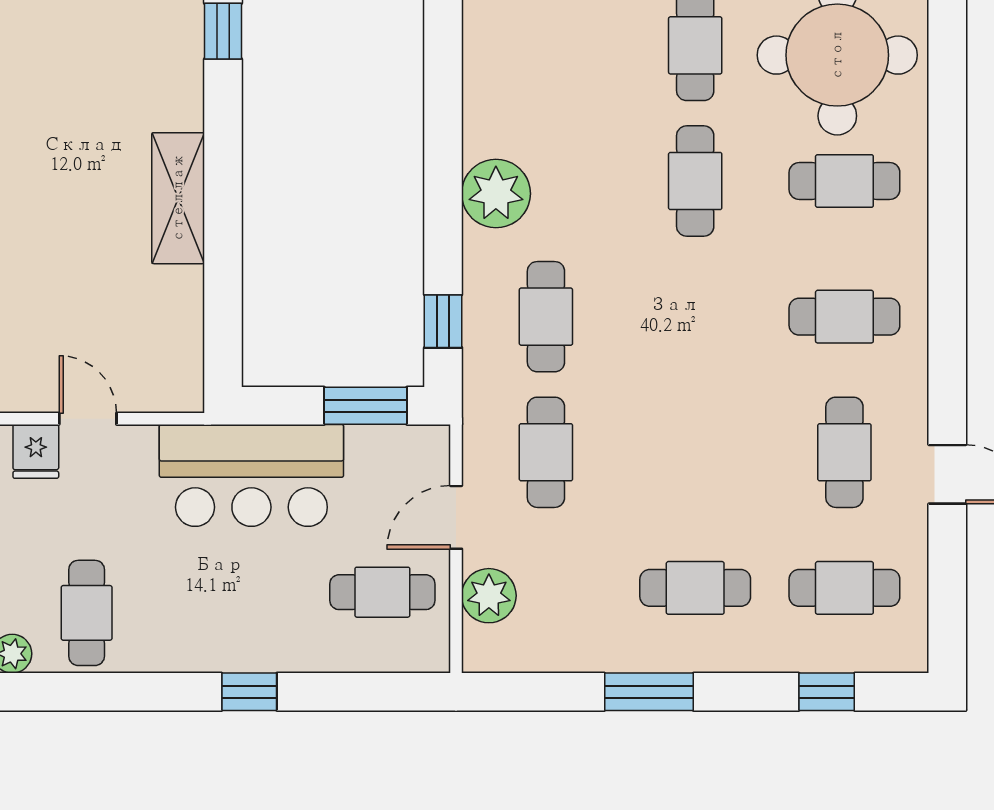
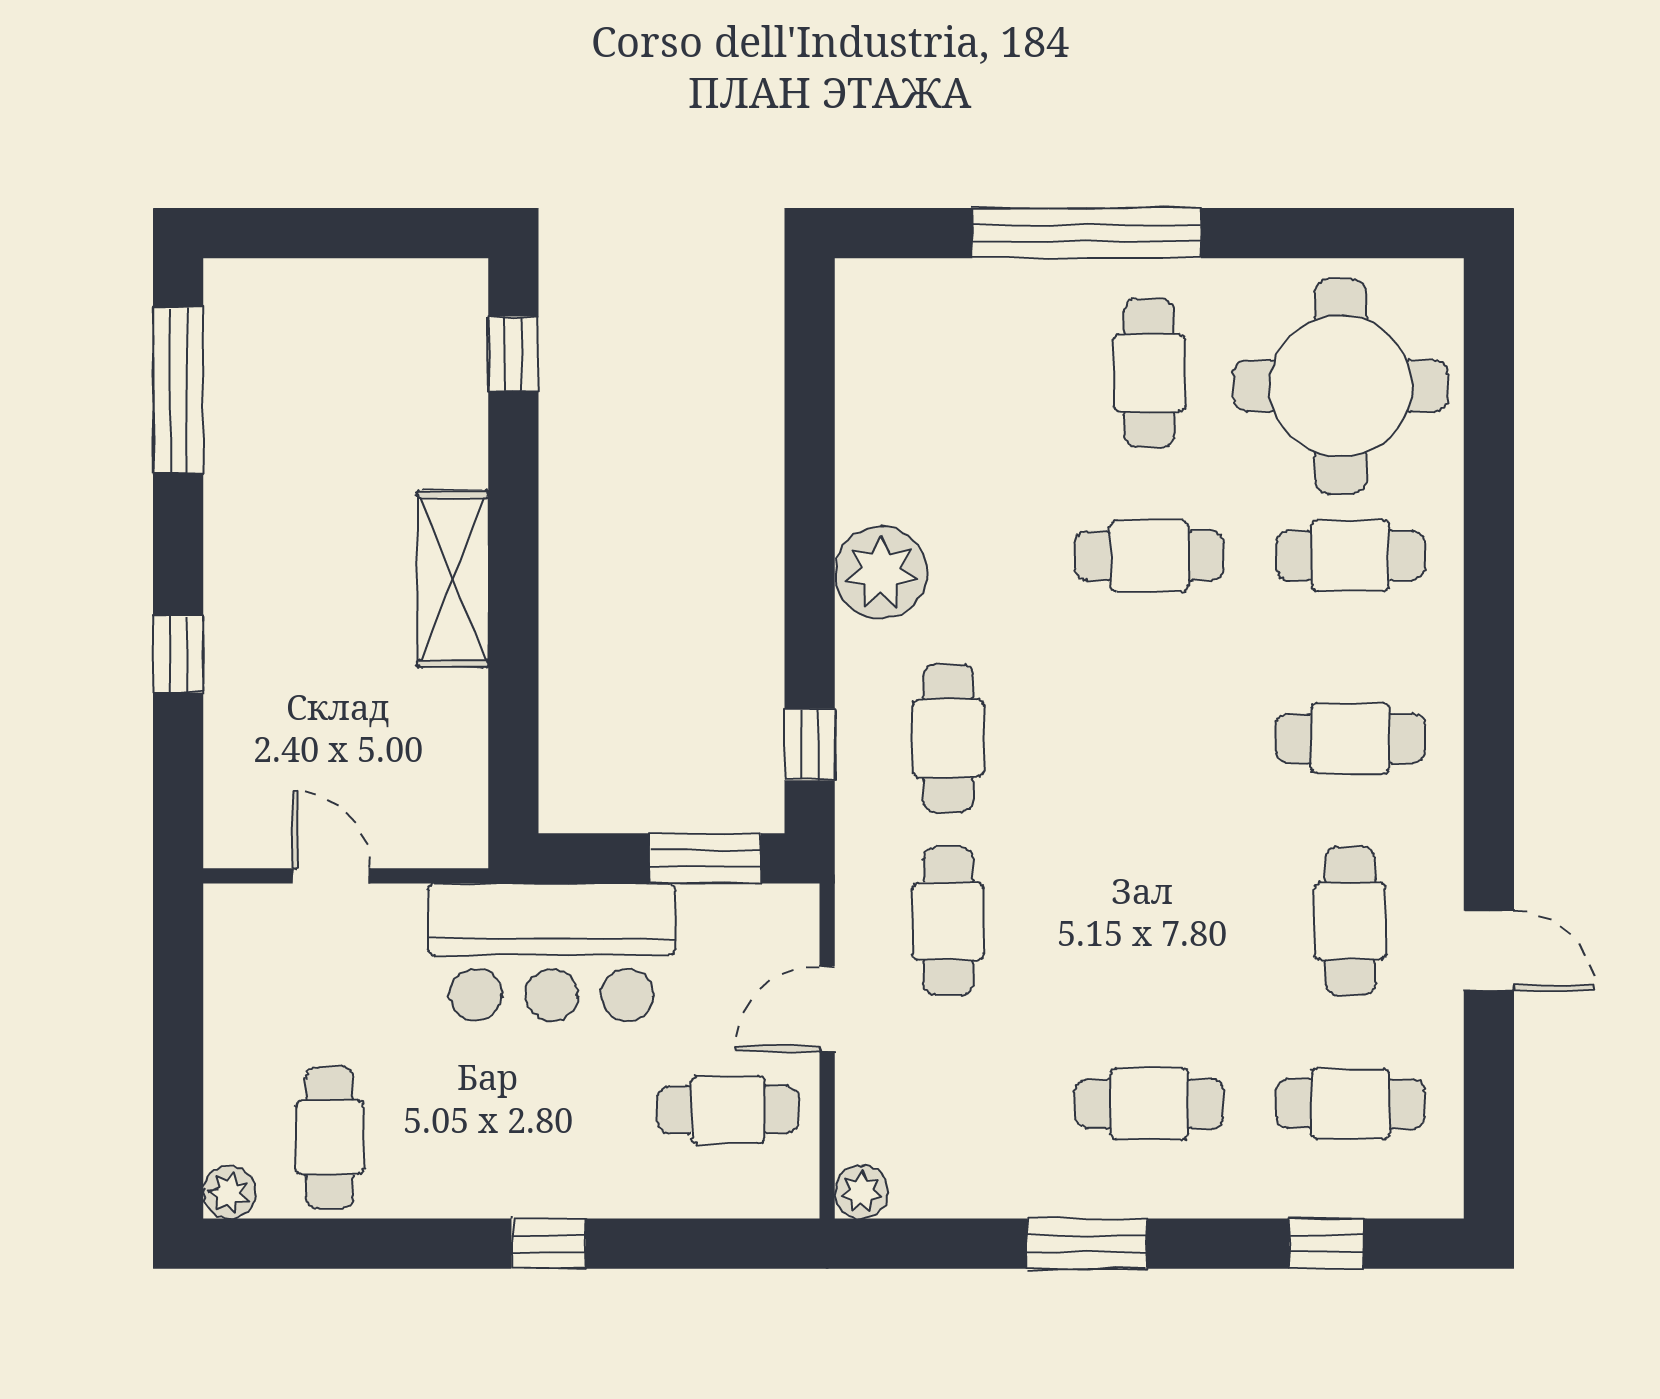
cafe table: (695, 181) -> (1149, 556), turned 90
fridge: (36, 451) -> (261, 920), removed
plant: (489, 596) -> (861, 1192), moved, width x0.73, depth x0.73

